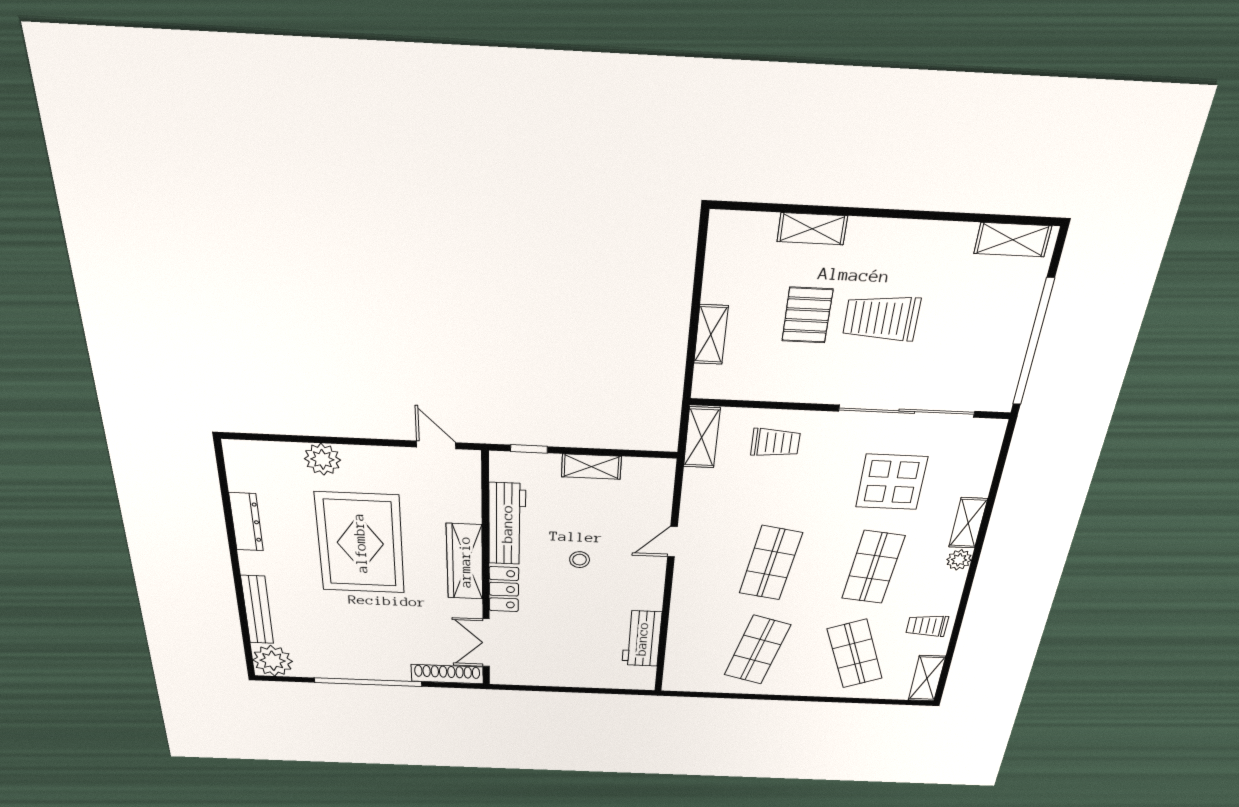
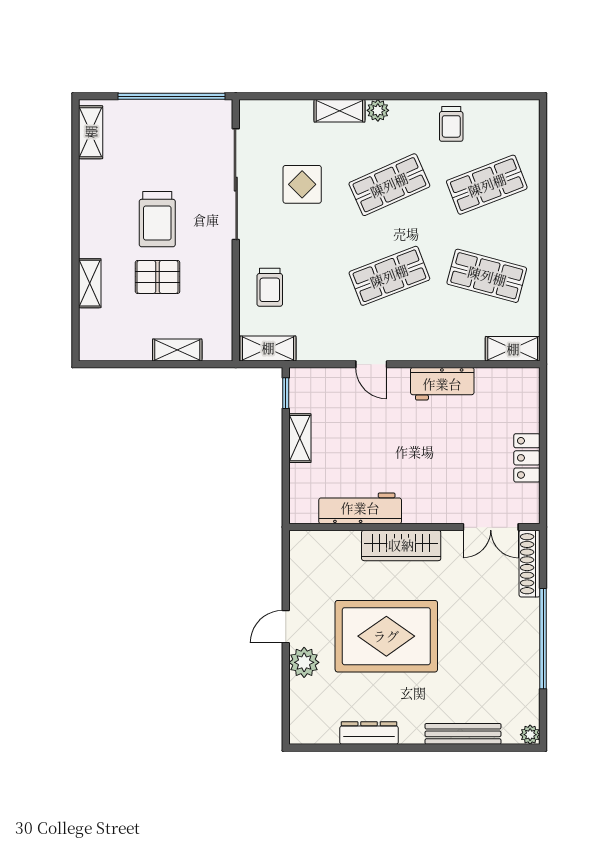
trolley: (775, 443) -> (270, 287), turned 180
door: (436, 445) -> (286, 627), moved
window: (529, 449) -> (286, 393), moved
display table: (892, 482) -> (302, 184), width x0.73, depth x0.73
stool: (580, 560) -> (394, 444), removed
shop shelf: (771, 563) -> (389, 276), turned -30
shop shelf: (873, 567) -> (389, 185), turned -30
locker: (504, 589) -> (527, 458), moved, turned -90
workbench: (642, 639) -> (442, 384), moved
plant: (273, 661) -> (530, 735), width x0.53, depth x0.53
shelving: (927, 678) -> (513, 349), moved

